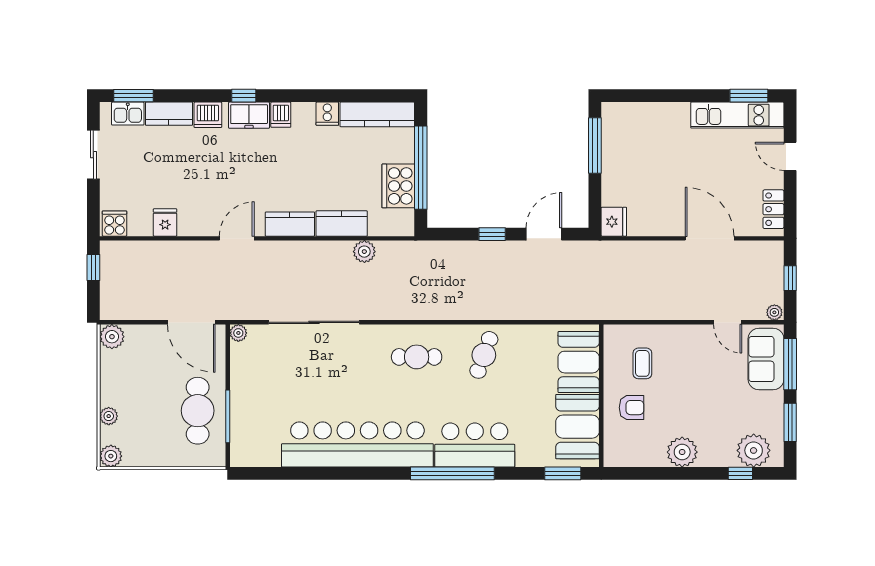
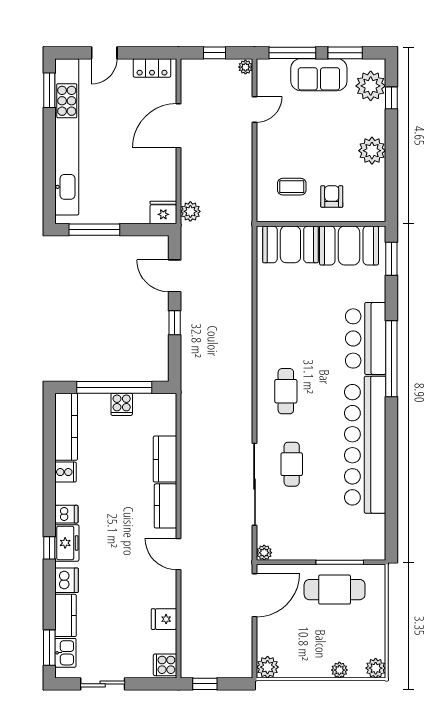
kitchen unit: (737, 115) -> (67, 137), width x1.86
cooker: (398, 186) -> (122, 404), width x0.53, depth x0.76
plant: (364, 252) -> (190, 211), moved
cafe table: (484, 355) -> (292, 464), moved, turned 70
sofa: (766, 359) -> (319, 75), moved

